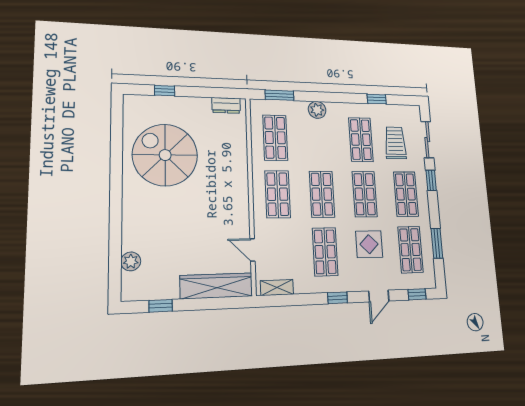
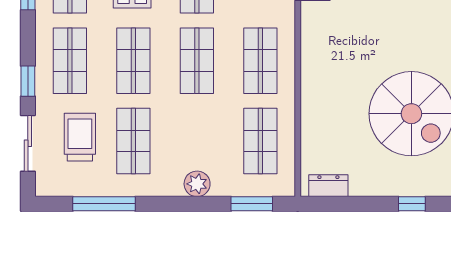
window: (377, 99) -> (104, 204), width x2.17
trolley: (395, 143) -> (80, 137), turned 180

